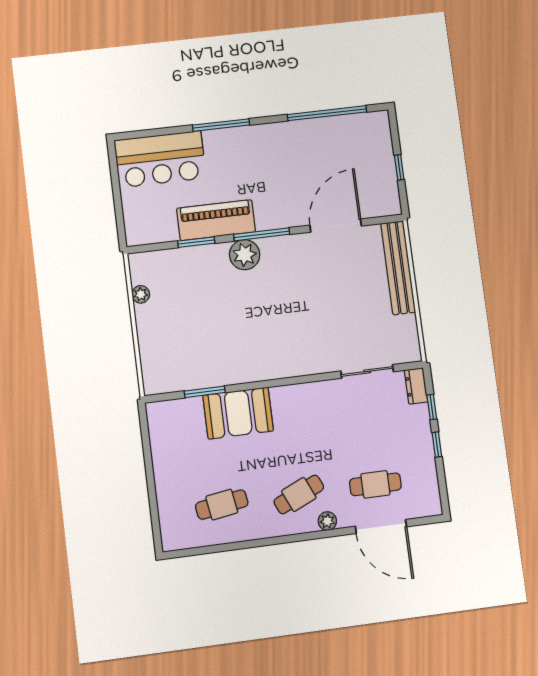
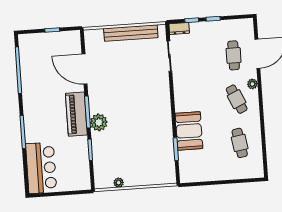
piano: (216, 220) -> (76, 114), moved
bench: (398, 268) -> (131, 33), moved

